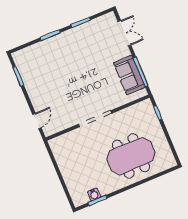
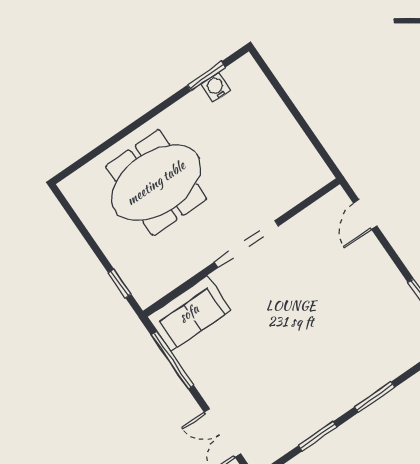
sofa: (129, 75) -> (189, 313), moved, turned 90

